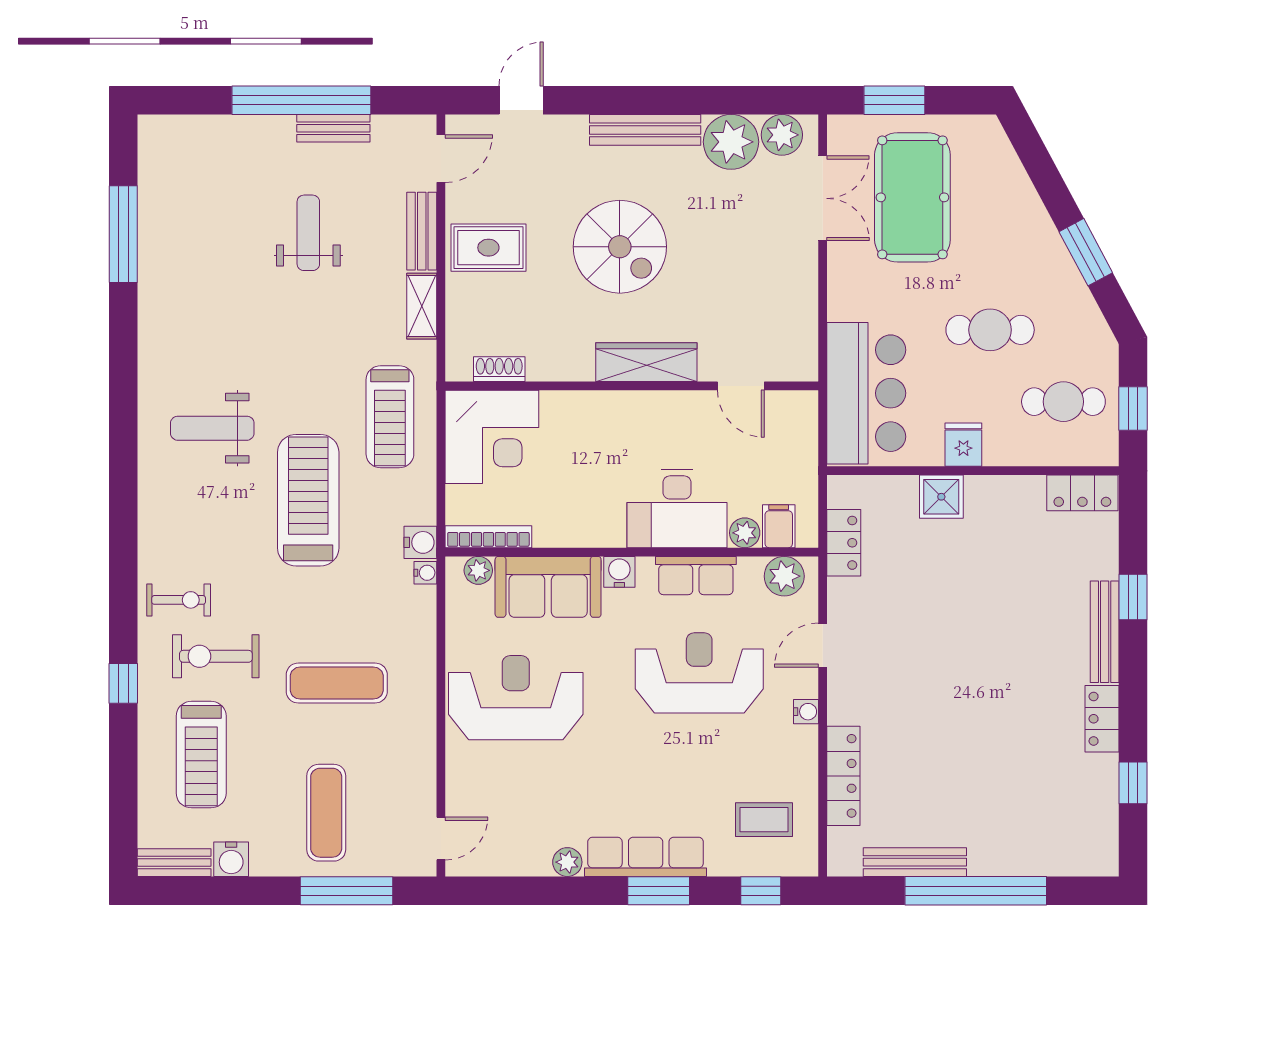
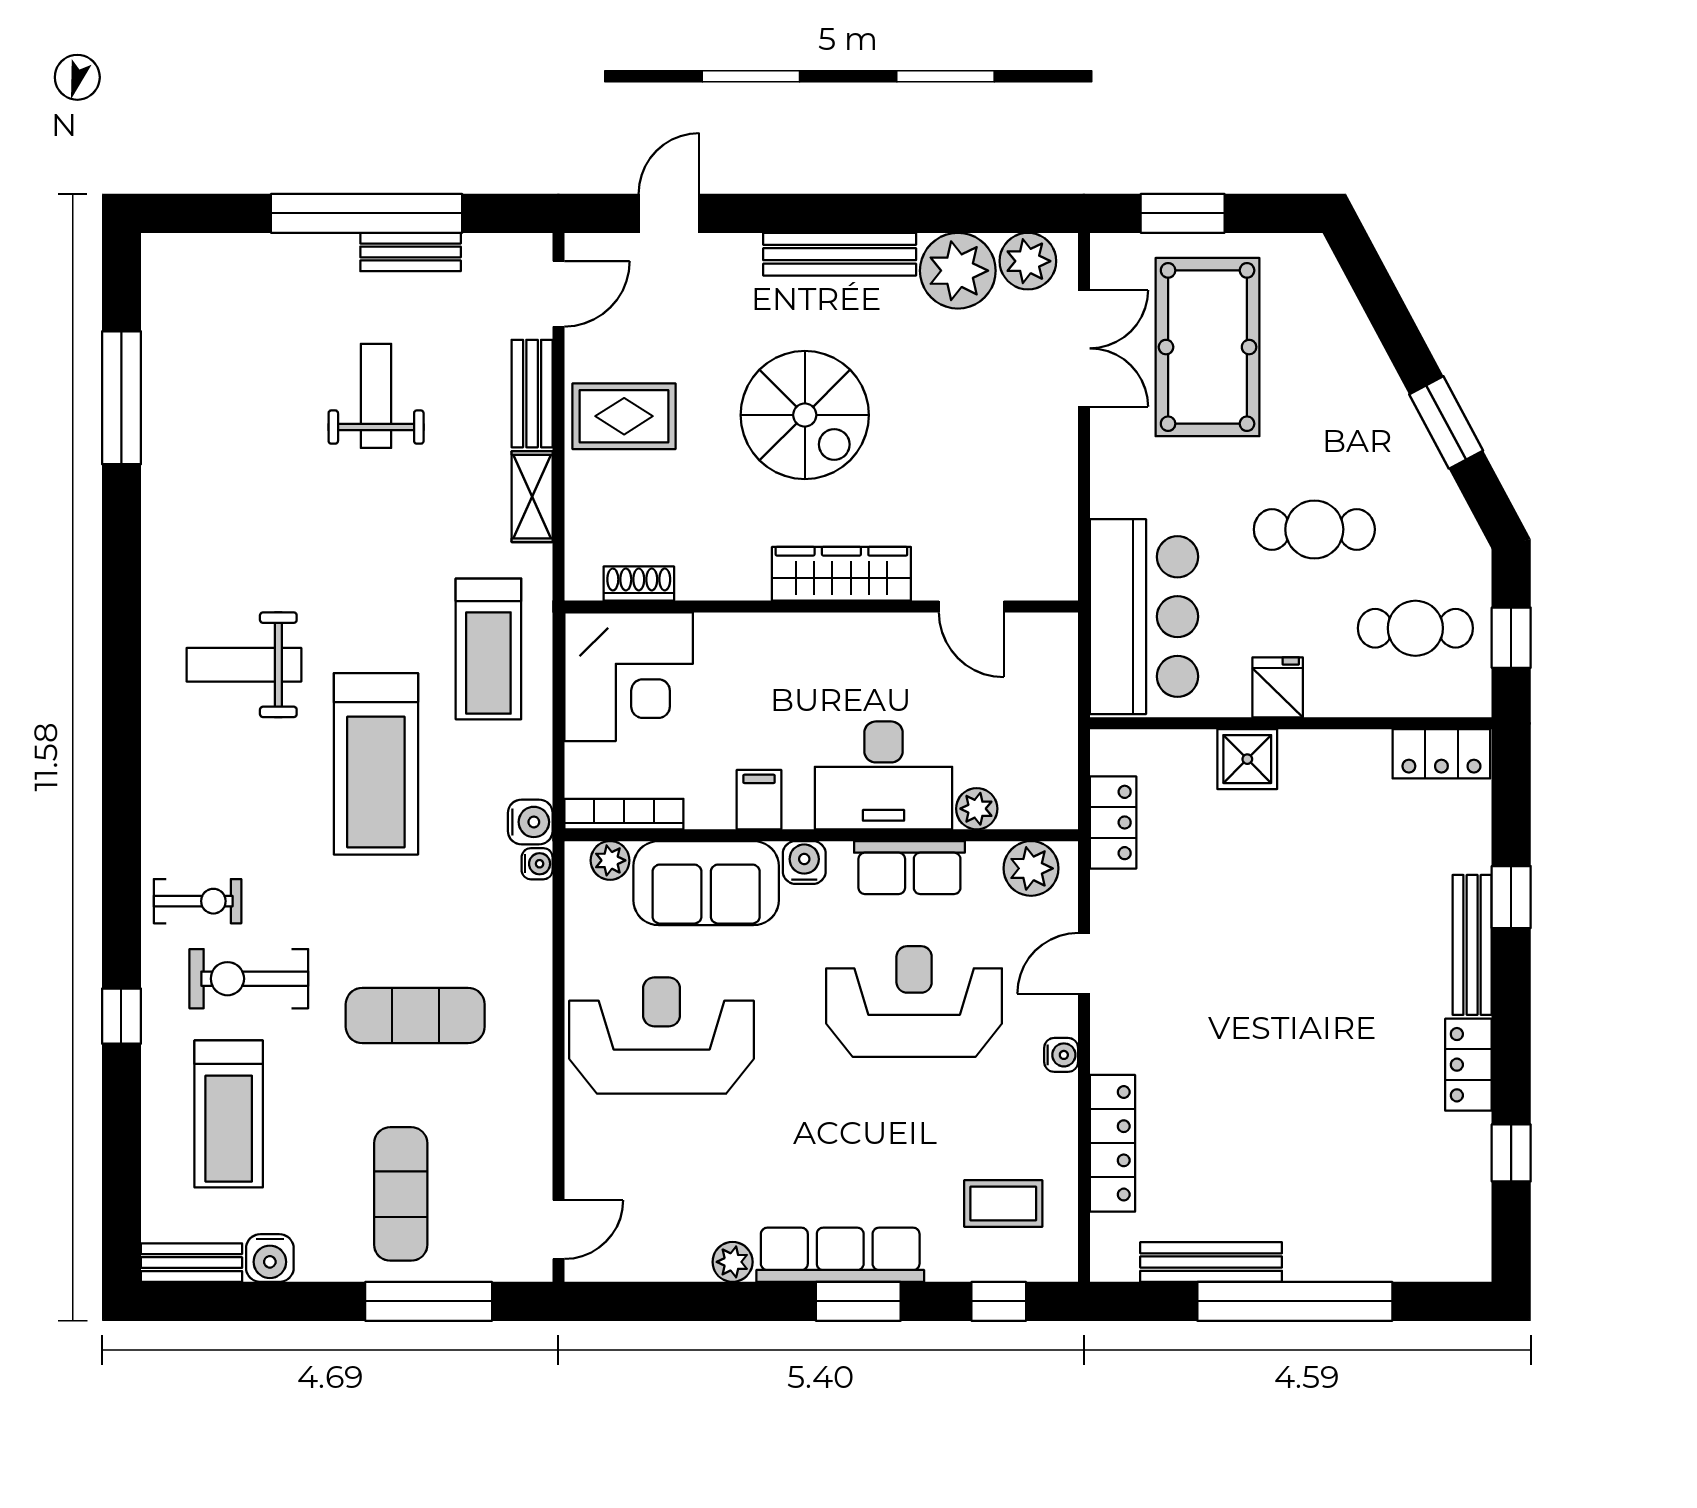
treadmill: (308, 500) -> (376, 764), turned 180
filing cabinet: (779, 526) -> (759, 800), moved

